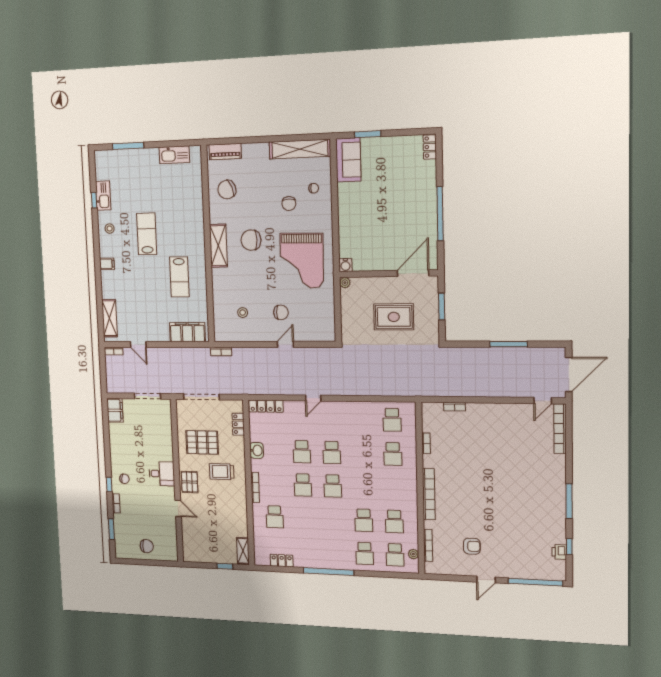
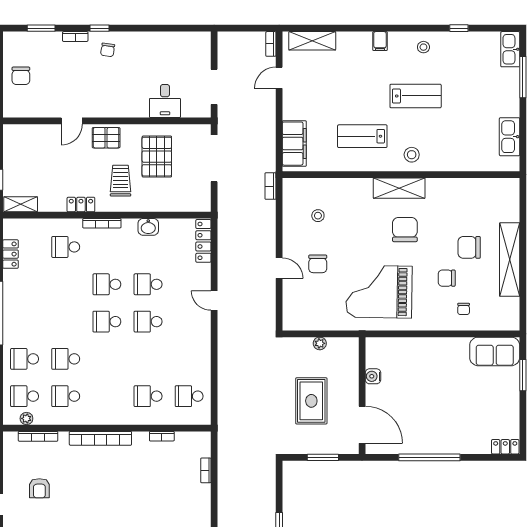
shelving: (300, 149) -> (510, 260), moved
piano: (225, 152) -> (511, 201), removed
chair: (227, 190) -> (469, 247), moved, turned -68
kitchen sink: (103, 196) -> (510, 49), moved, turned 90
stool: (192, 236) -> (412, 155), added
water cooler: (345, 265) -> (373, 376), moved
plant: (345, 283) -> (320, 343), moved
filing cabinet: (115, 410) -> (196, 42), removed
locker: (238, 424) -> (81, 205), moved
desk: (162, 474) -> (165, 101), moved

